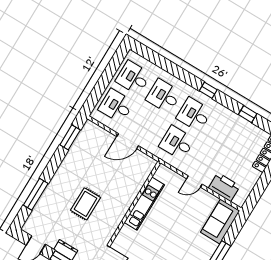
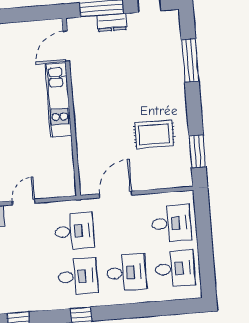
door: (128, 141) -> (115, 195), moved
rug: (85, 204) -> (154, 134), moved, turned 90
kitchen unit: (144, 204) -> (58, 100), moved

